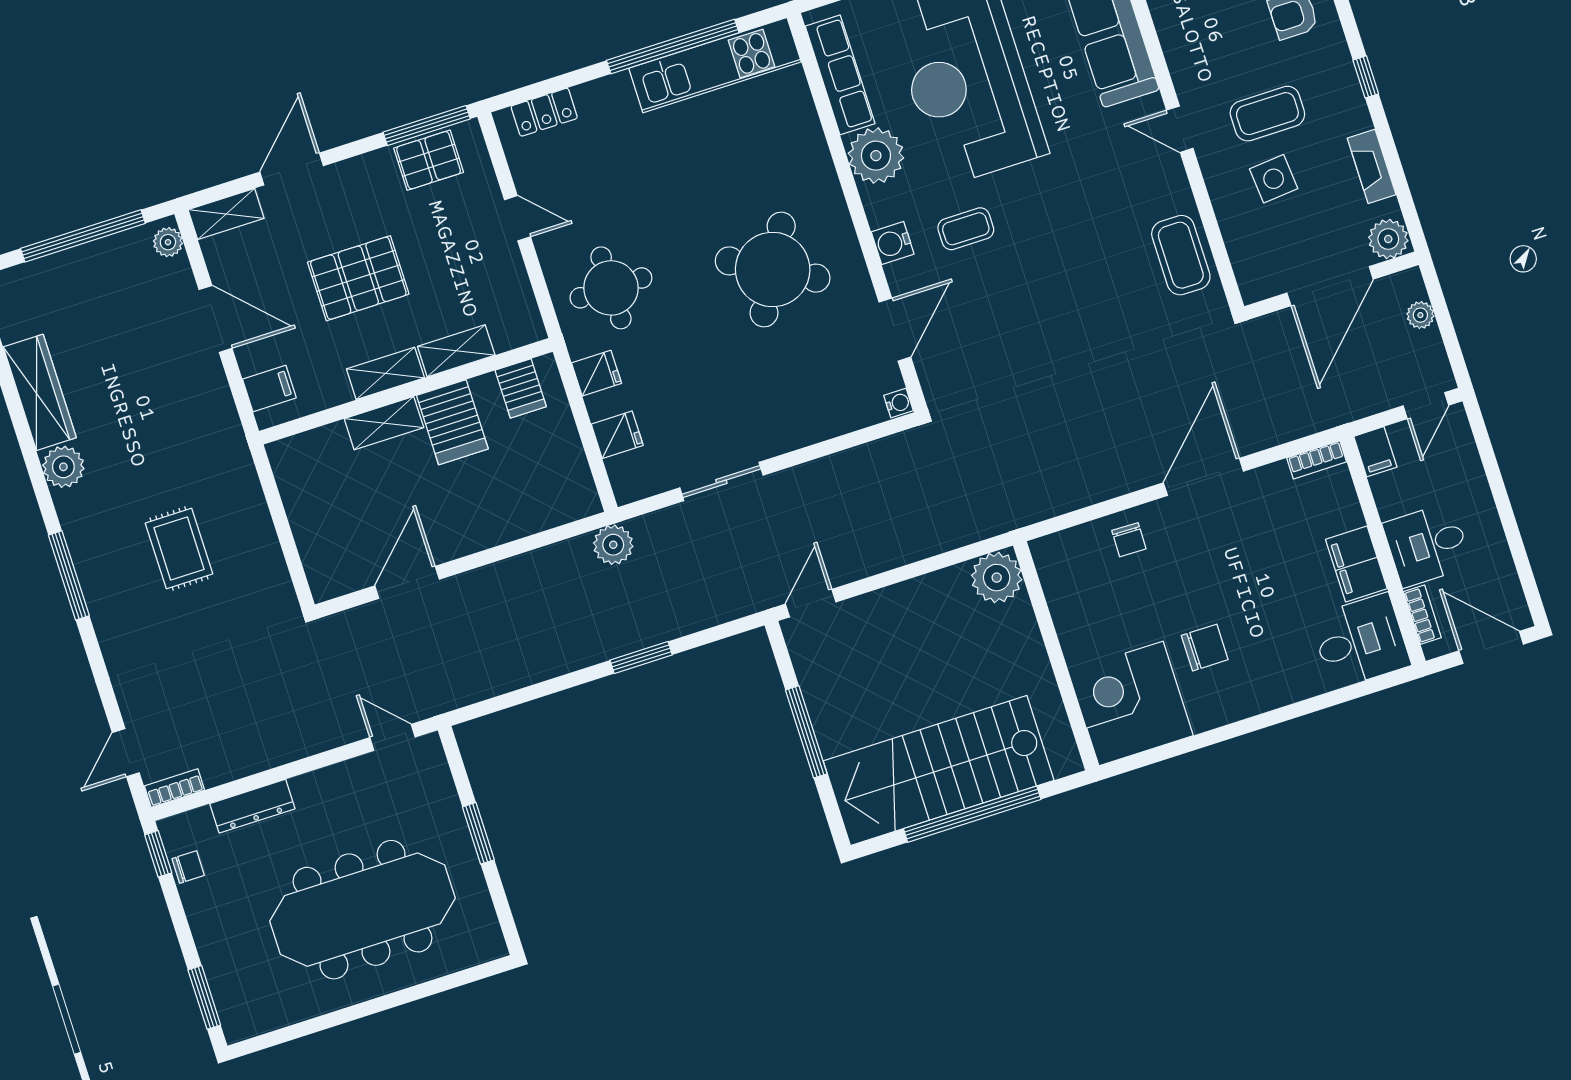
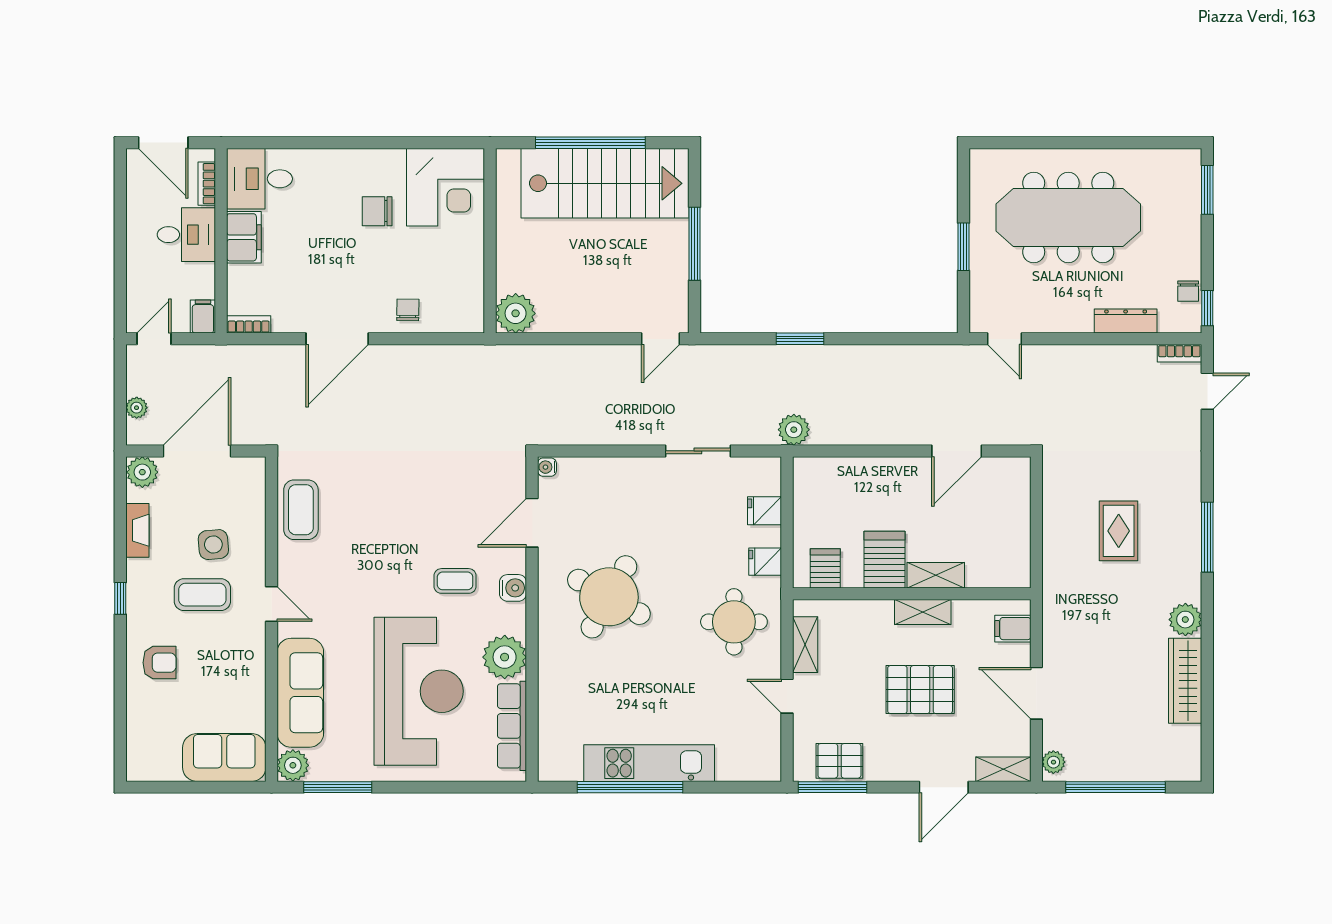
kitchen unit: (715, 65) -> (649, 763), moved
locker: (544, 112) -> (742, 769), removed
shelving: (456, 351) -> (805, 645), moved, turned 90
chair: (188, 867) -> (1188, 291), turned -90

